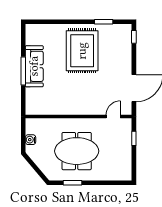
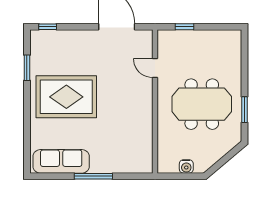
sofa: (34, 66) -> (61, 161), moved
door: (113, 116) -> (155, 68), moved
meeting table: (77, 151) -> (202, 104), turned 90

